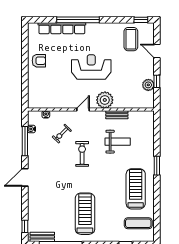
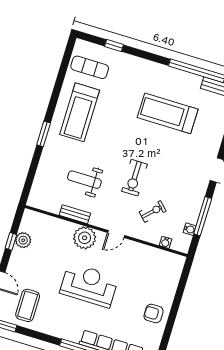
reception desk: (91, 67) -> (89, 285), turned 180
treadmill: (85, 214) -> (168, 113), moved, turned 90

